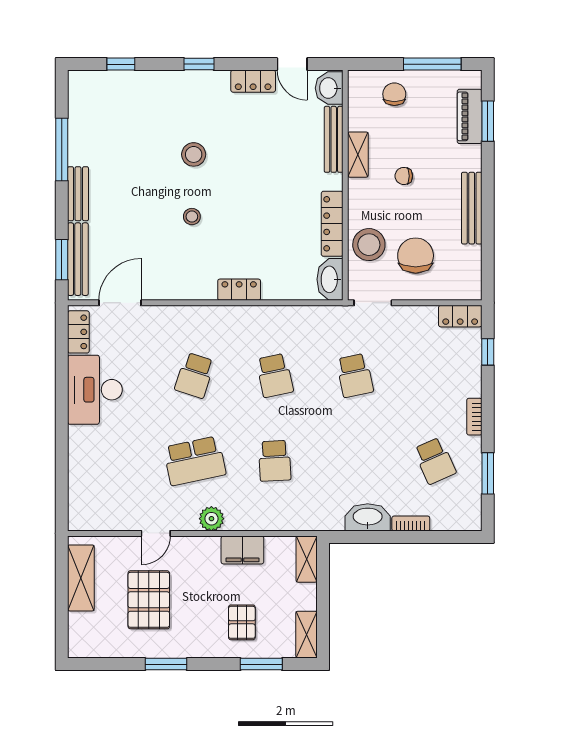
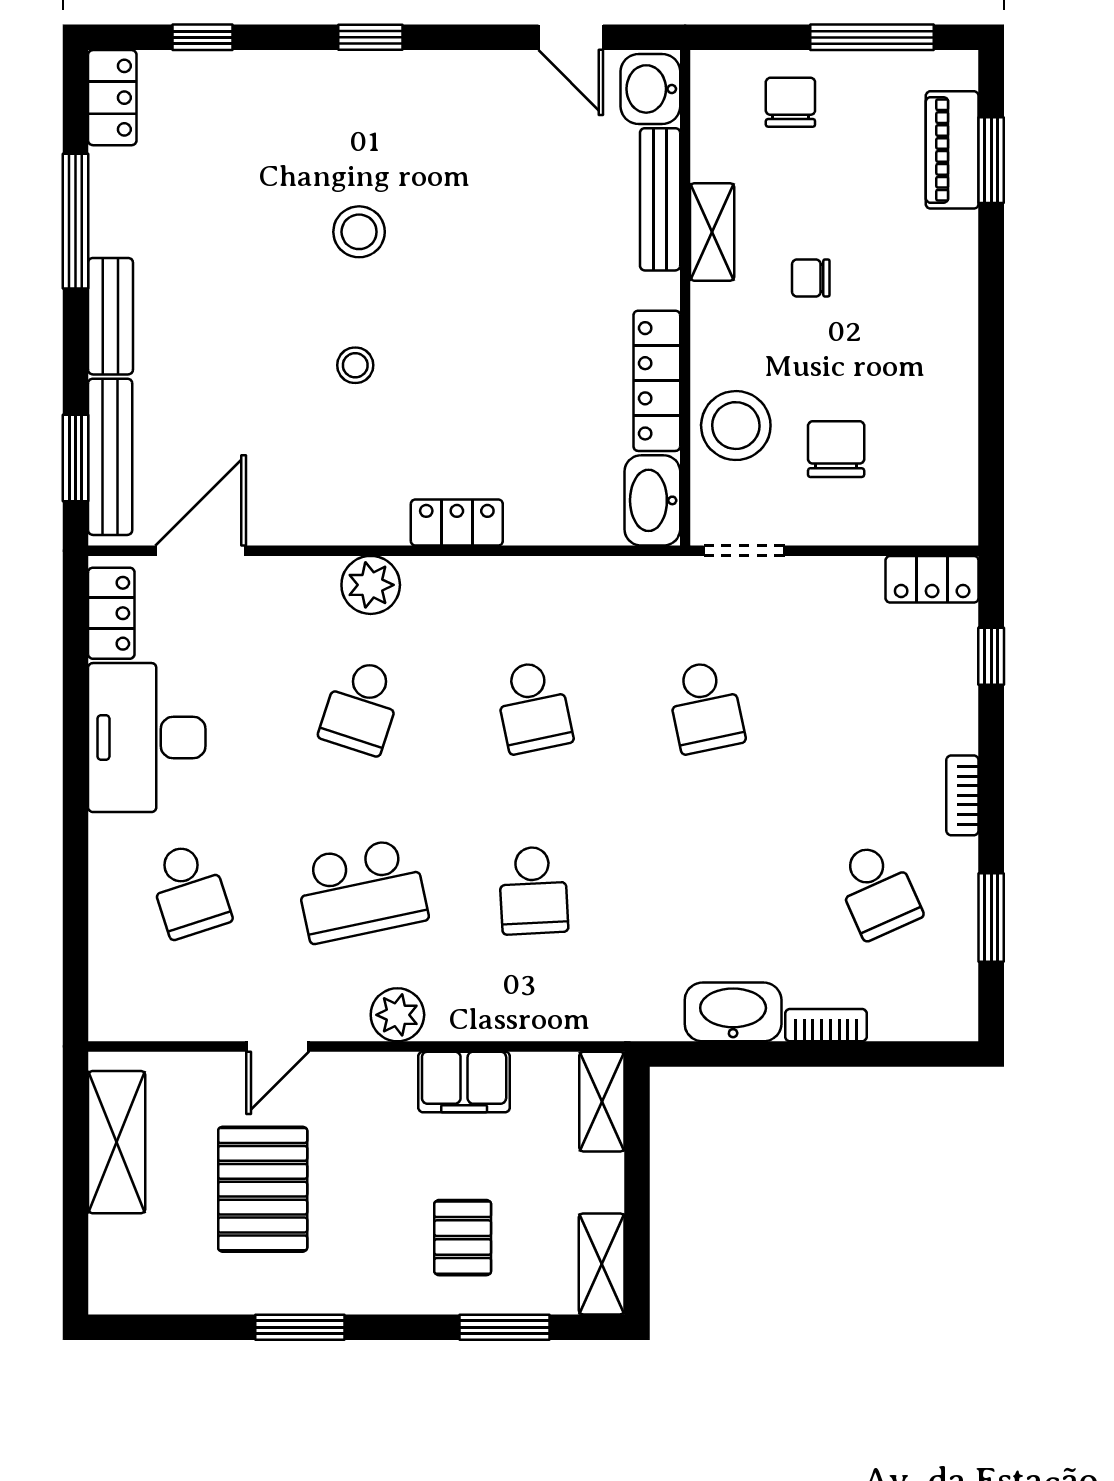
locker: (253, 81) -> (112, 98), moved, turned -90
bench: (472, 208) -> (957, 347), removed
chair: (416, 256) -> (836, 449), width x0.73, depth x0.73
plant: (199, 319) -> (371, 585), added
school desk: (115, 461) -> (189, 890), added

